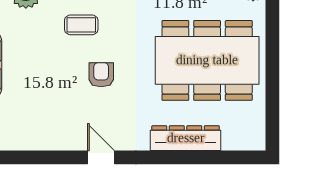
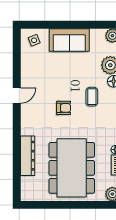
door: (101, 157) -> (17, 96), moved

